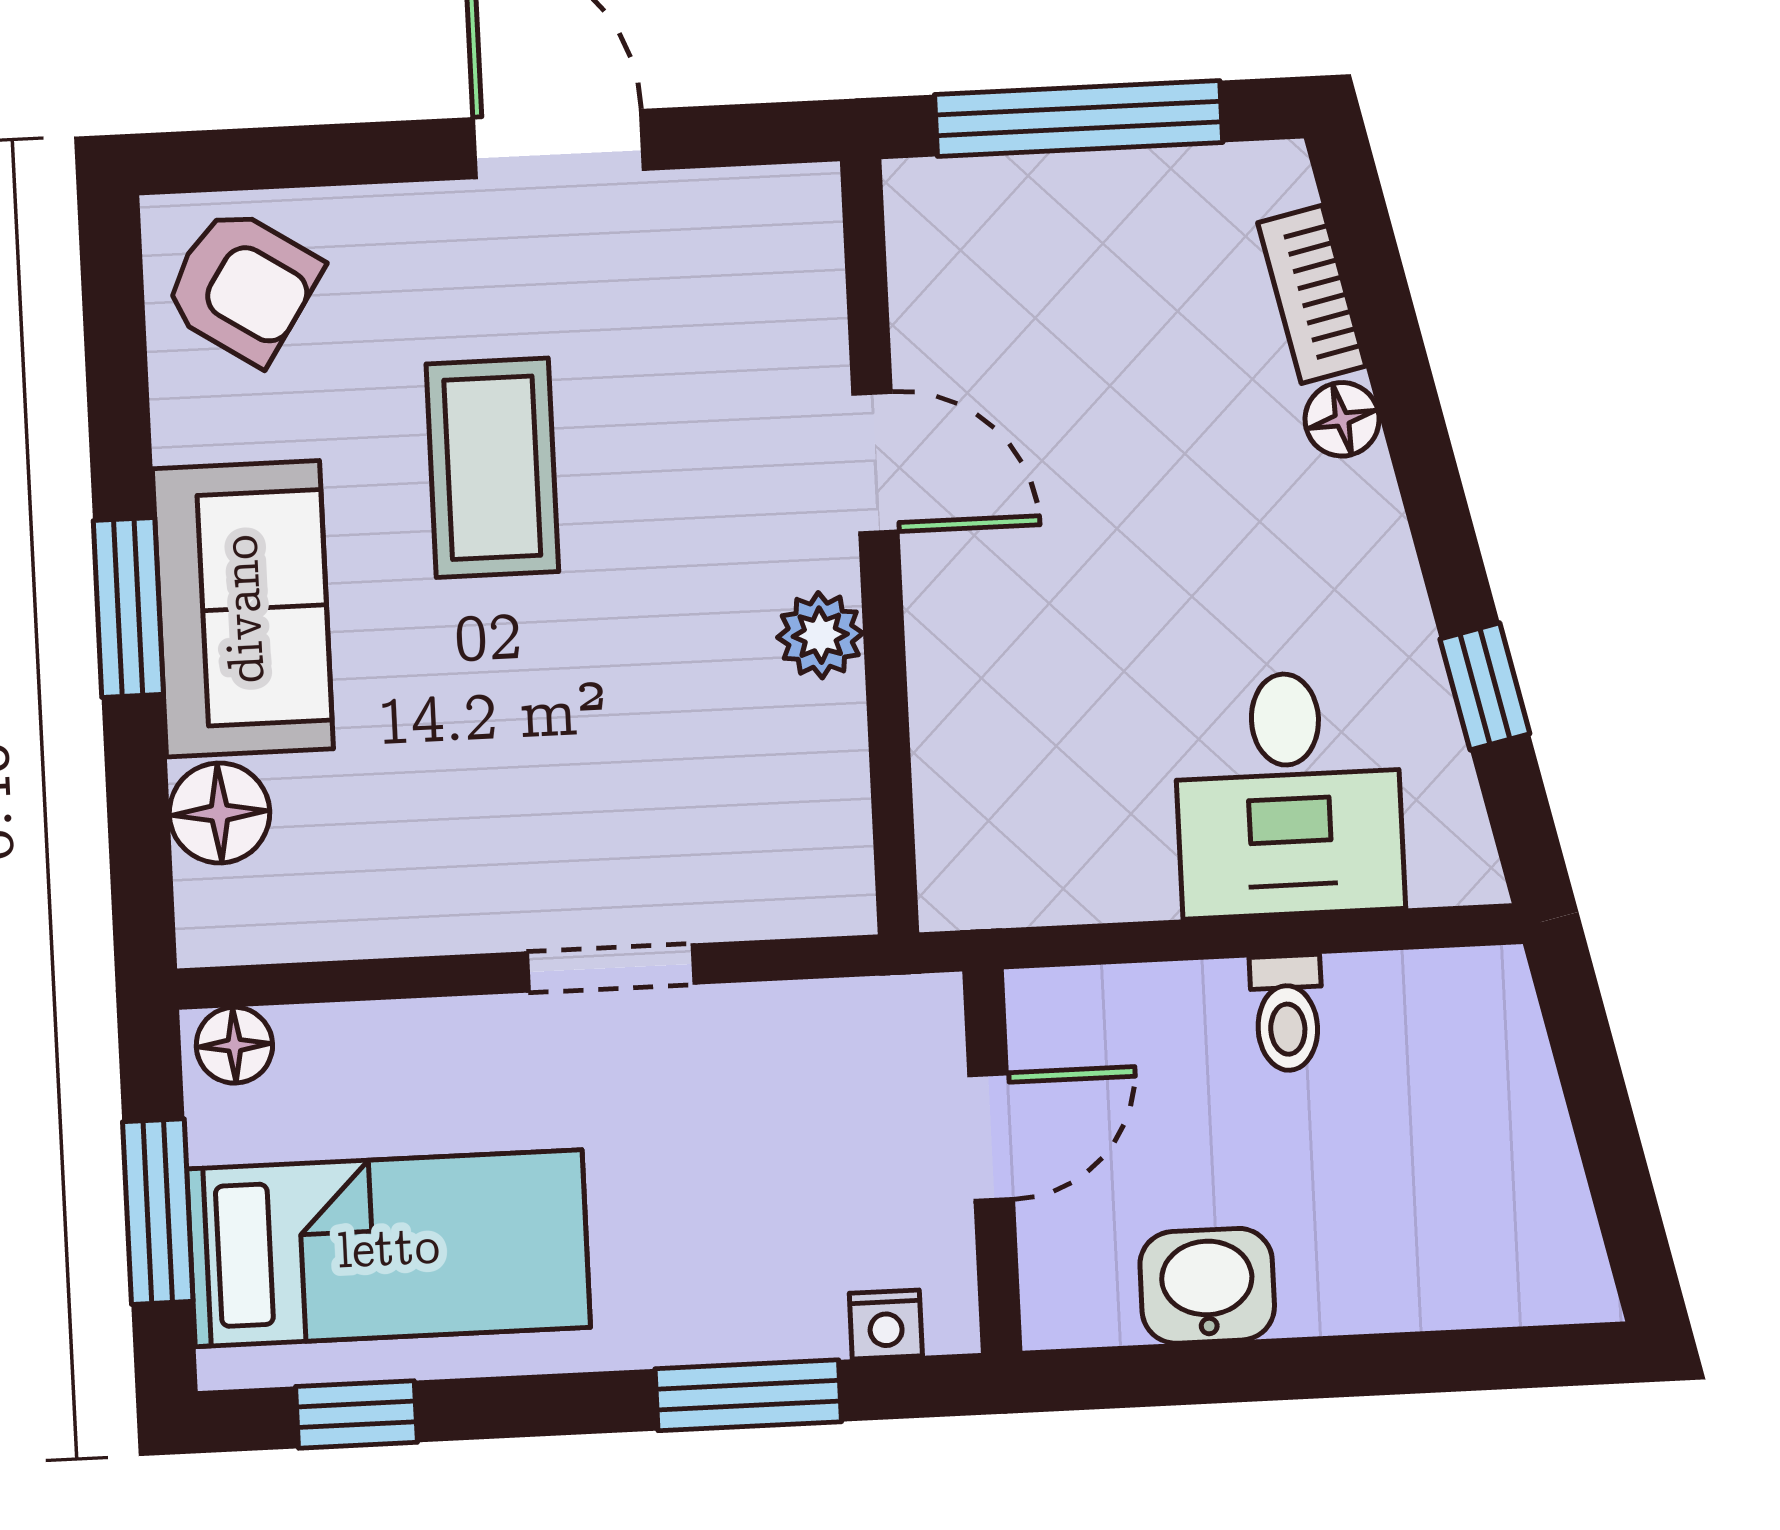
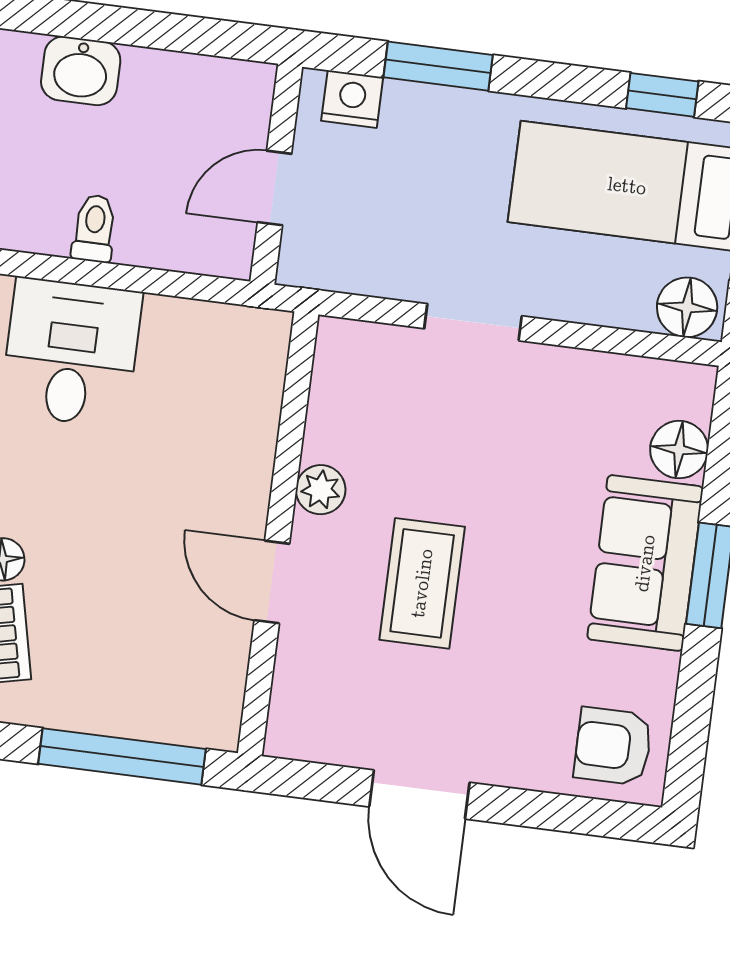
armchair: (242, 286) -> (613, 746), turned -33
coffee table: (492, 468) -> (422, 583), moved
floor lamp: (234, 1045) -> (687, 307), width x1.37, depth x1.37
washbasin: (1207, 1286) -> (81, 71), moved
nightstand: (886, 1324) -> (352, 99), width x1.39, depth x1.35

